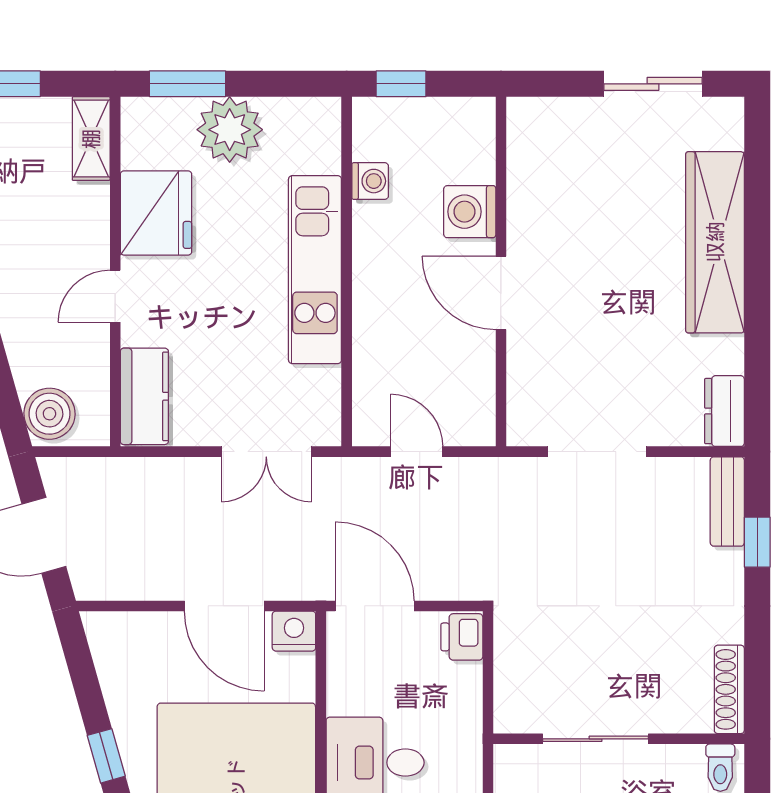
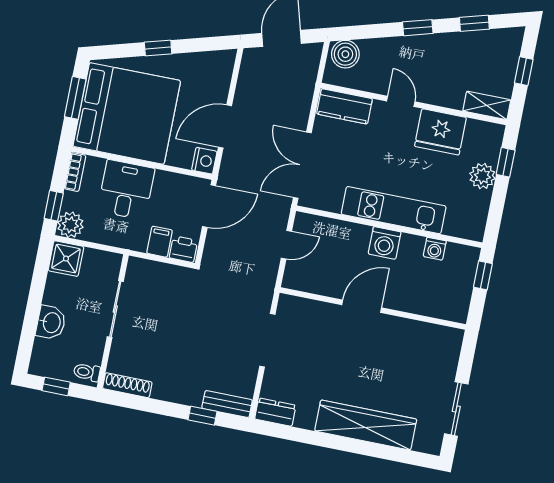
window: (188, 84) -> (506, 162), width x0.67
plant: (230, 130) -> (482, 176), width x0.73, depth x0.73
washing machine: (470, 212) -> (385, 243), moved, turned 180
double door: (266, 452) -> (302, 165), width x1.37
filing cabinet: (457, 683) -> (160, 242), added

